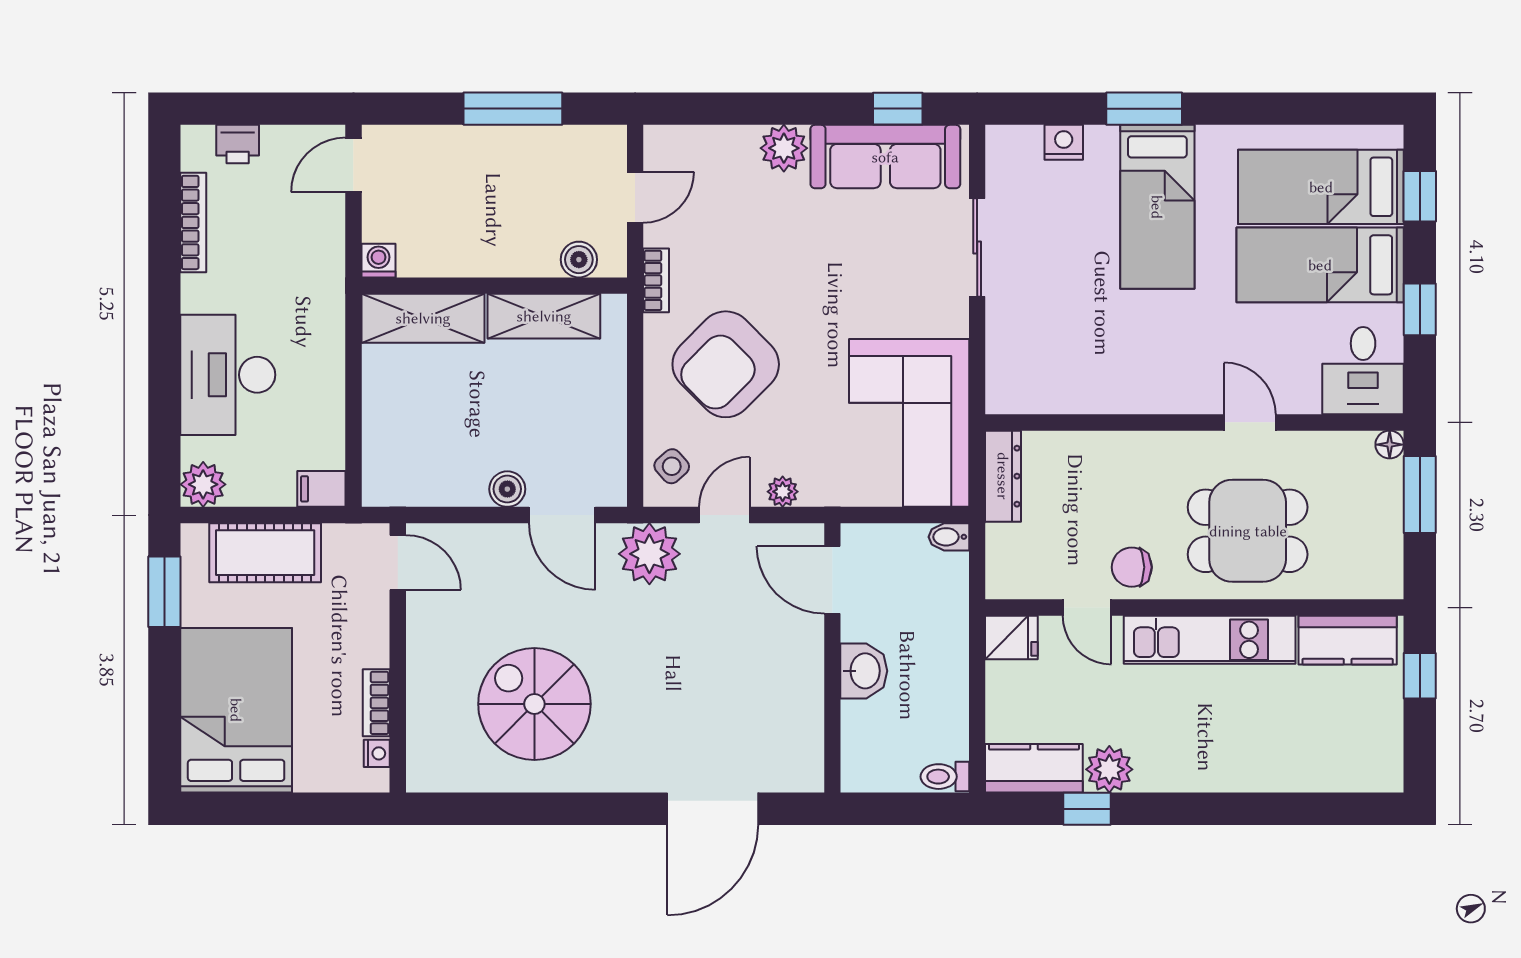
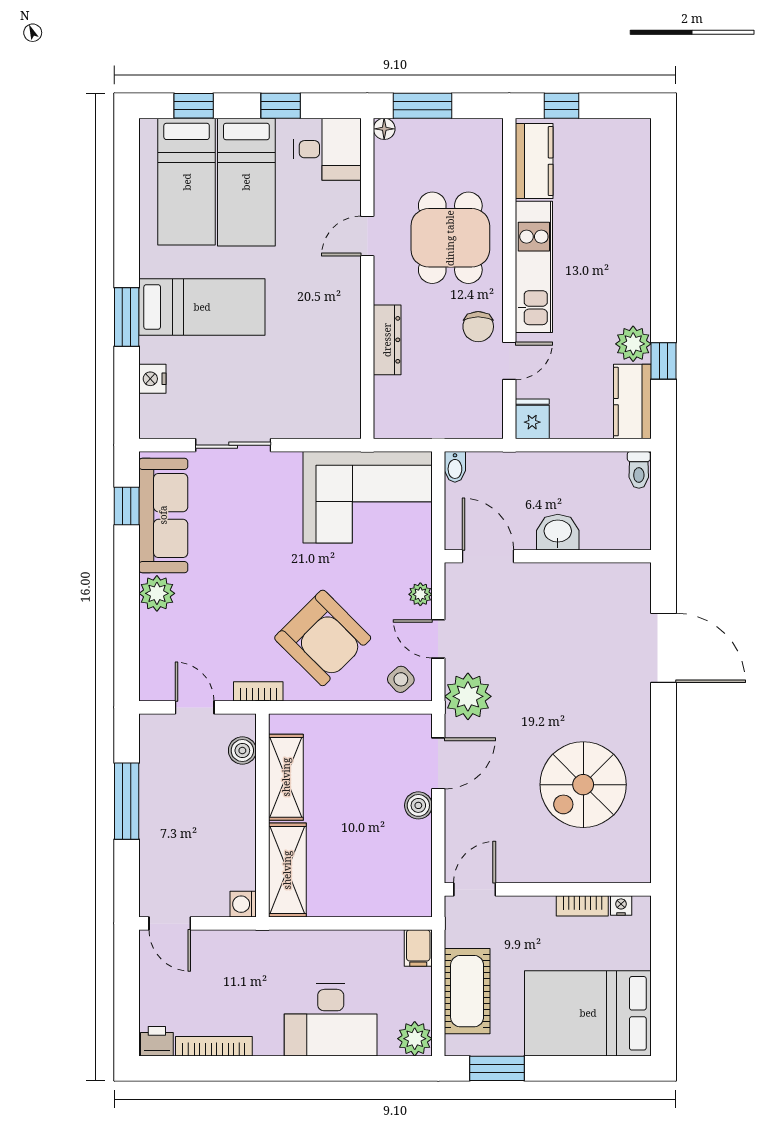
printer: (238, 144) -> (157, 1041), moved, turned -90
dresser: (1003, 476) -> (387, 340), moved, turned 90
door: (832, 580) -> (488, 556), swing flipped

